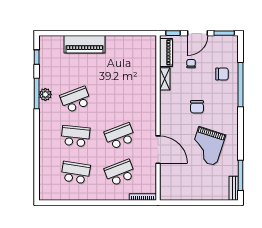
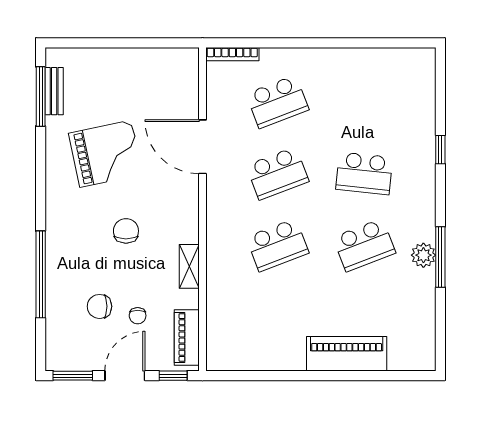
window: (37, 57) -> (440, 150), moved
chair: (222, 74) -> (99, 306), moved
shelving: (165, 79) -> (189, 266), moved
grand piano: (207, 146) -> (106, 154), turned 60
school desk: (75, 173) -> (277, 245), moved, turned -30
bench: (234, 188) -> (54, 91), moved

